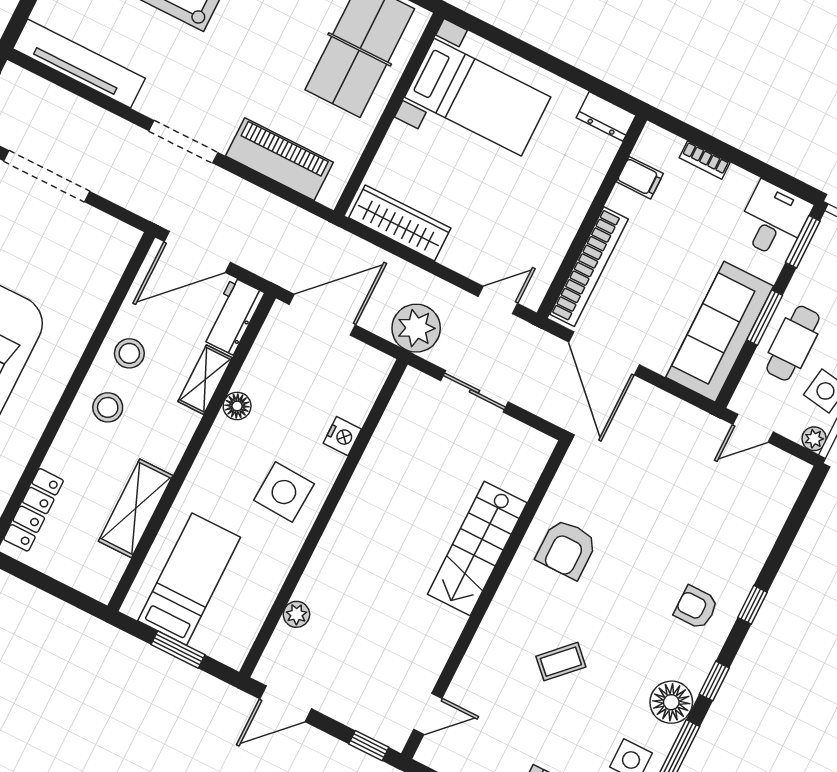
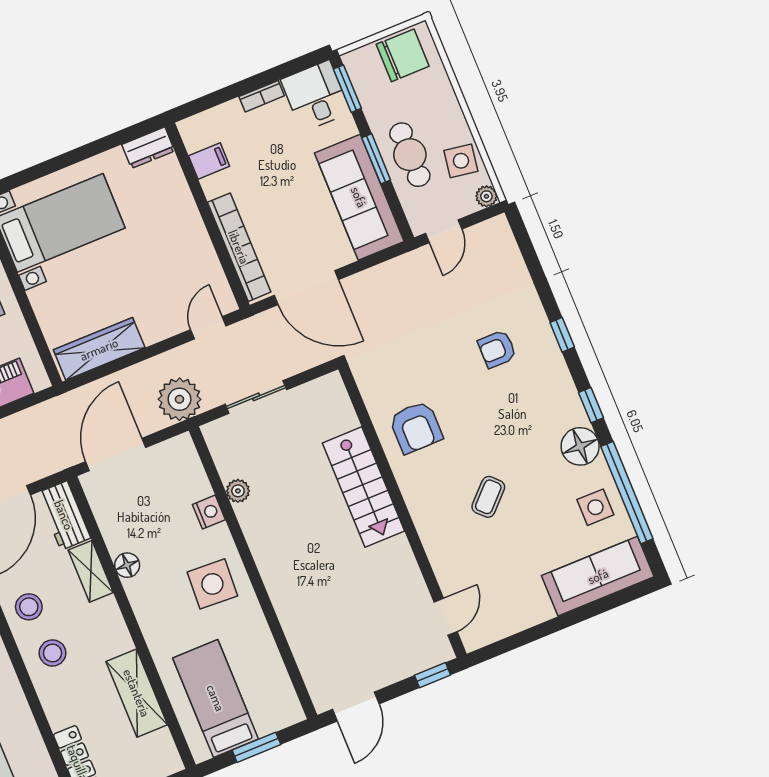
bookcase: (705, 160) -> (262, 96), moved
armchair: (696, 607) -> (497, 349), moved
plant: (296, 614) -> (238, 491), moved

